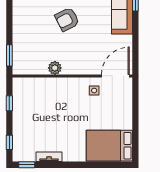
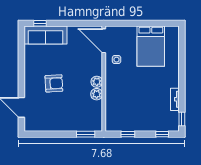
armchair: (67, 19) -> (54, 83), turned -66
plant: (69, 68) -> (97, 82), added
bed: (109, 146) -> (151, 46), moved

